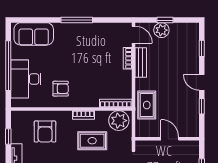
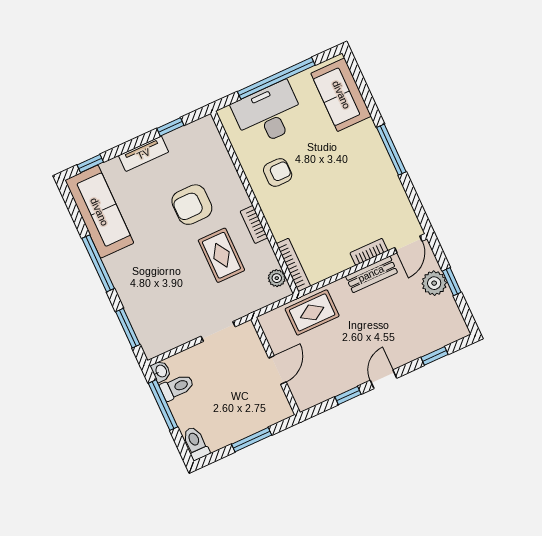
armchair: (61, 89) -> (278, 172), turned -90
plant: (119, 121) -> (277, 278), width x0.53, depth x0.53
armchair: (45, 132) -> (192, 205), moved

